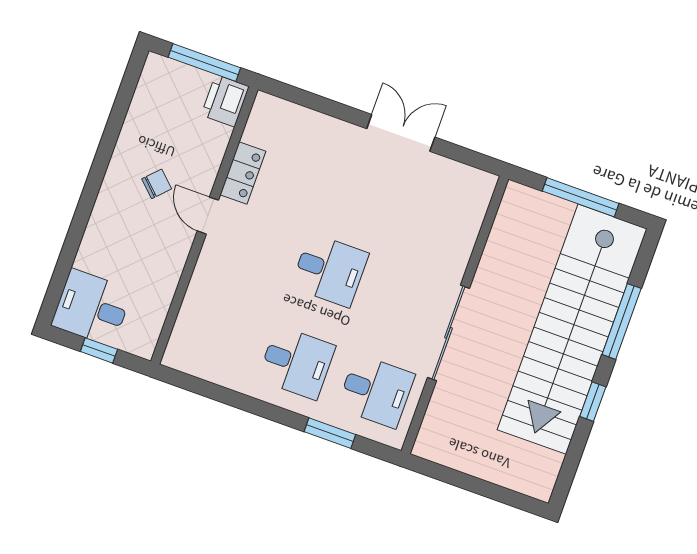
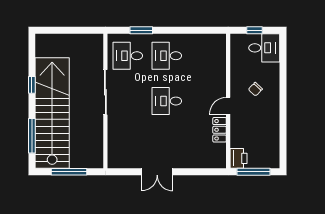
chair: (157, 184) -> (255, 89), moved
door: (208, 216) -> (228, 106), swing flipped
window: (622, 321) -> (32, 136), moved

